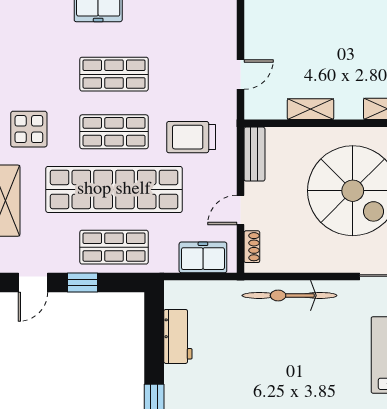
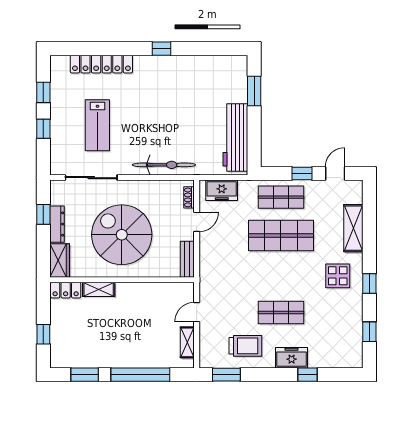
shelving: (310, 109) -> (187, 342), moved, turned 90
shop shelf: (114, 132) -> (281, 274), removed
trolley: (191, 137) -> (245, 346), moved
shop shelf: (114, 189) -> (281, 236), width x0.71
workbench: (178, 336) -> (235, 138), width x1.88, depth x1.32

